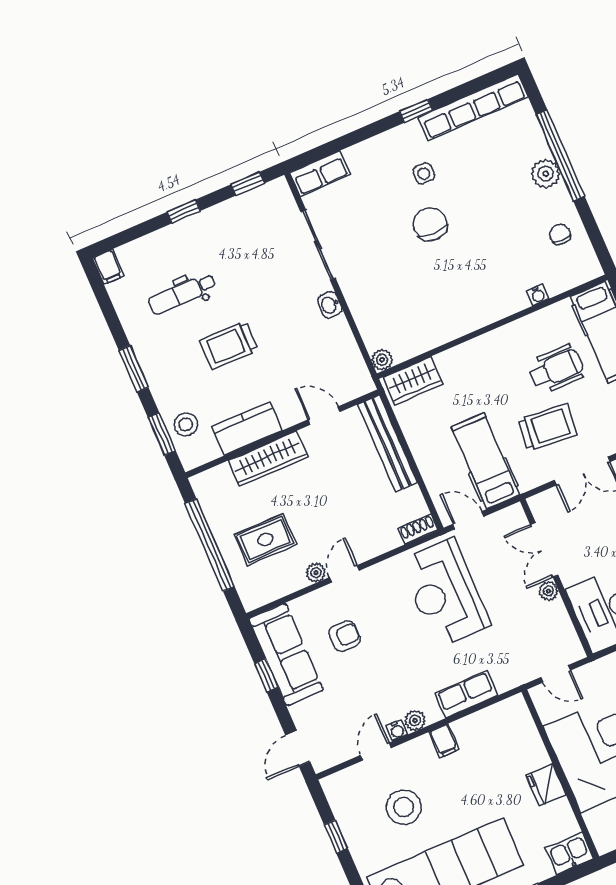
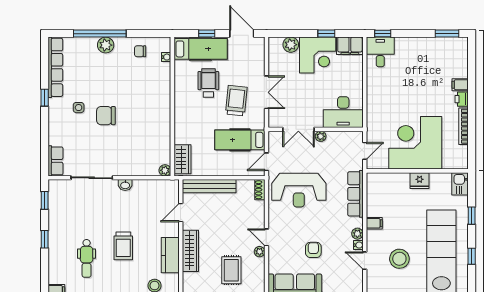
water cooler: (538, 295) -> (166, 57), moved
armchair: (344, 636) -> (313, 250), moved
row of seats: (466, 694) -> (355, 194), width x1.48

